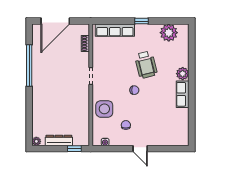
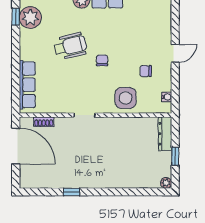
door: (55, 21) -> (16, 146), moved
window: (141, 21) -> (16, 17), moved
window: (29, 66) -> (71, 192), width x0.32
dresser: (59, 140) -> (165, 134), moved
window: (74, 149) -> (175, 156), moved

